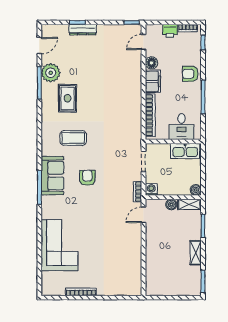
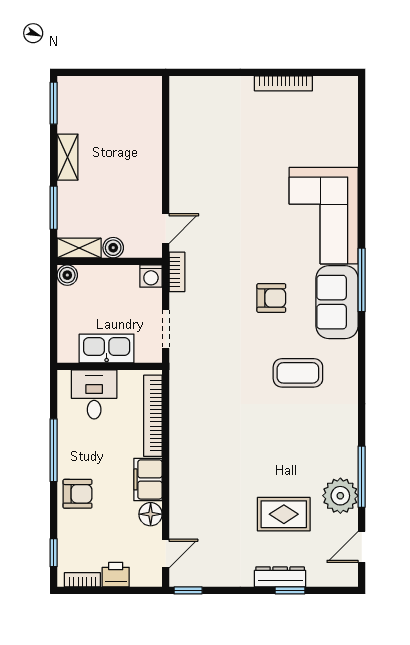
rug: (68, 98) -> (284, 514), moved, turned 90
kitchen sink: (185, 151) -> (107, 348), moved
armchair: (87, 178) -> (271, 298), turned -90
corner sofa: (60, 245) -> (324, 216), moved

